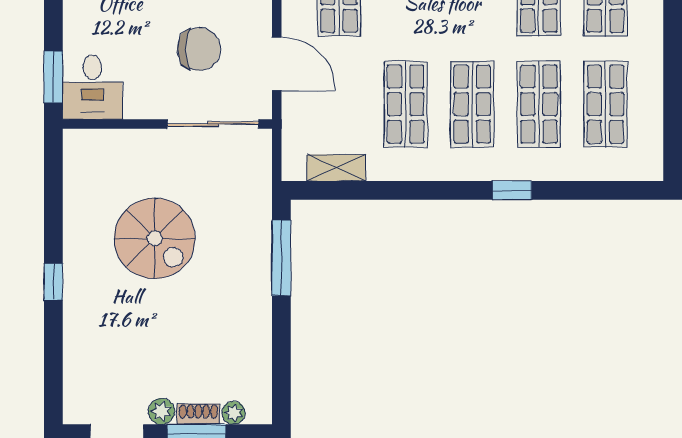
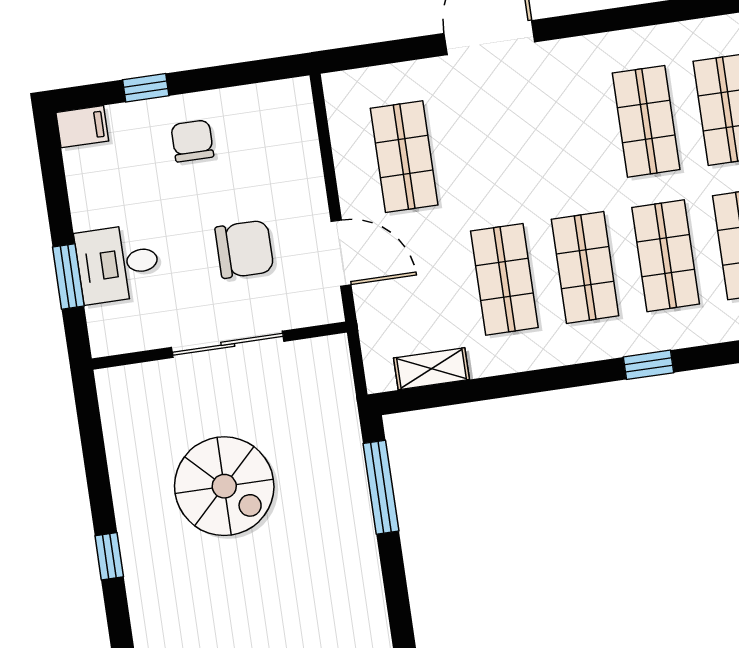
window: (53, 77) -> (68, 276), moved
desk: (92, 87) -> (118, 264), moved, turned 90
sliding door: (213, 124) -> (228, 344), moved

